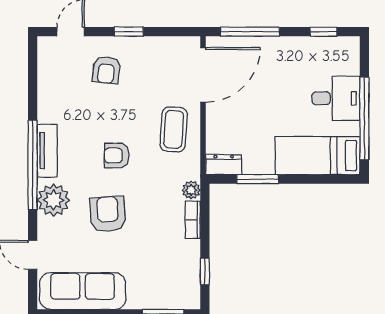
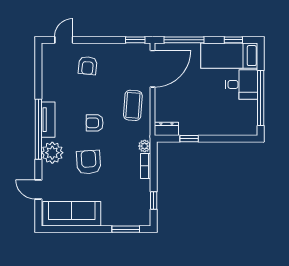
window: (129, 32) -> (135, 40), moved
bed: (318, 156) -> (229, 56), moved
window: (258, 179) -> (189, 139), width x0.67

